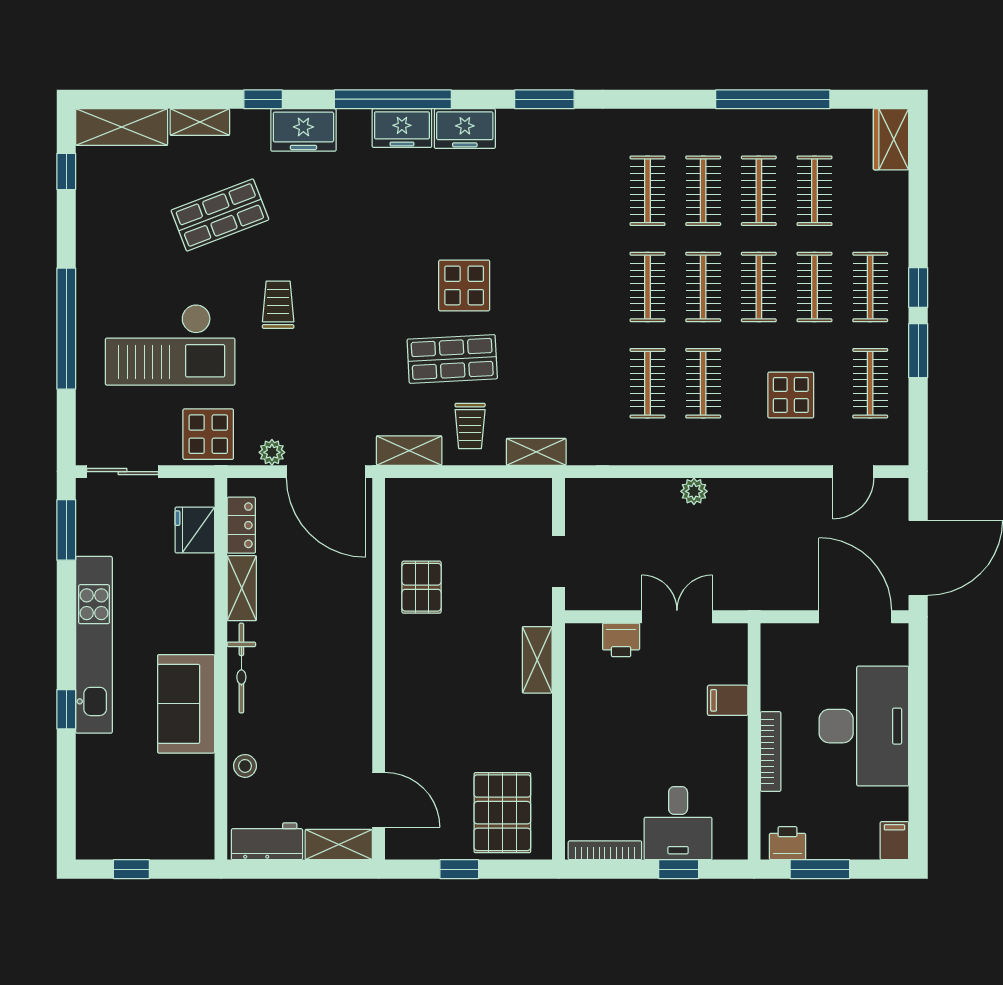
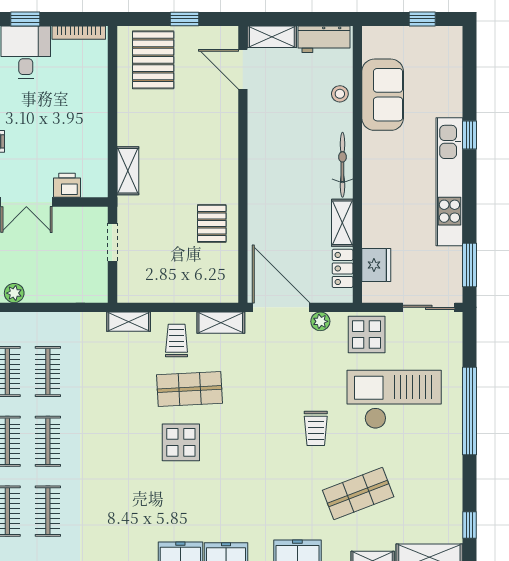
sofa: (186, 704) -> (383, 95), moved

